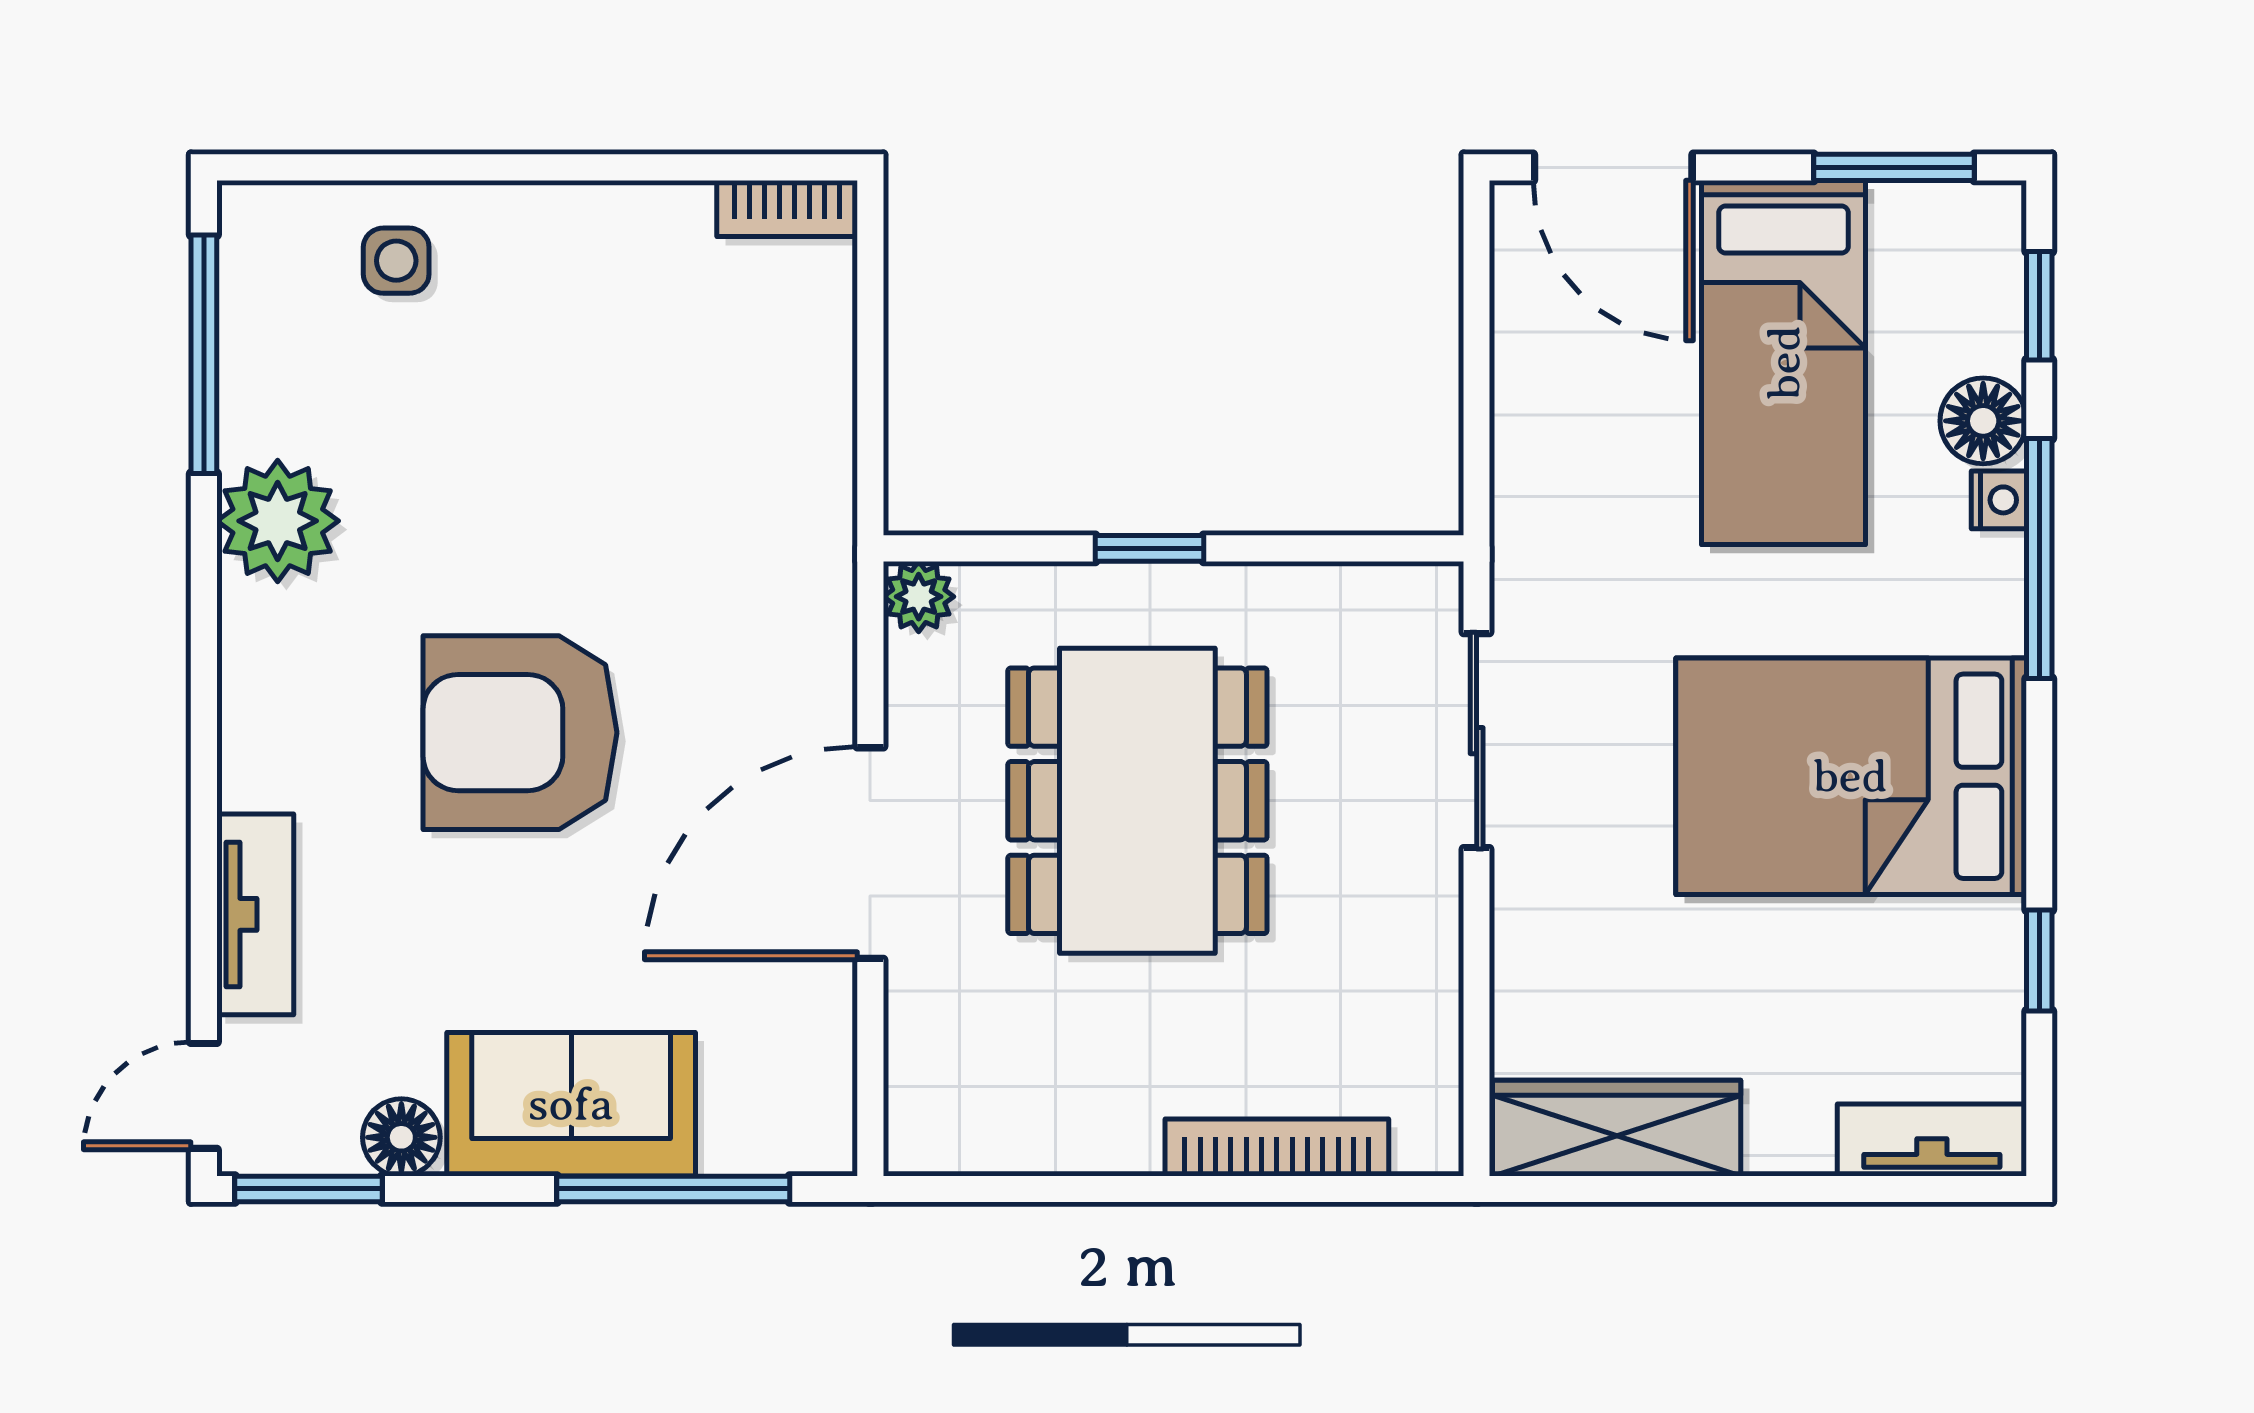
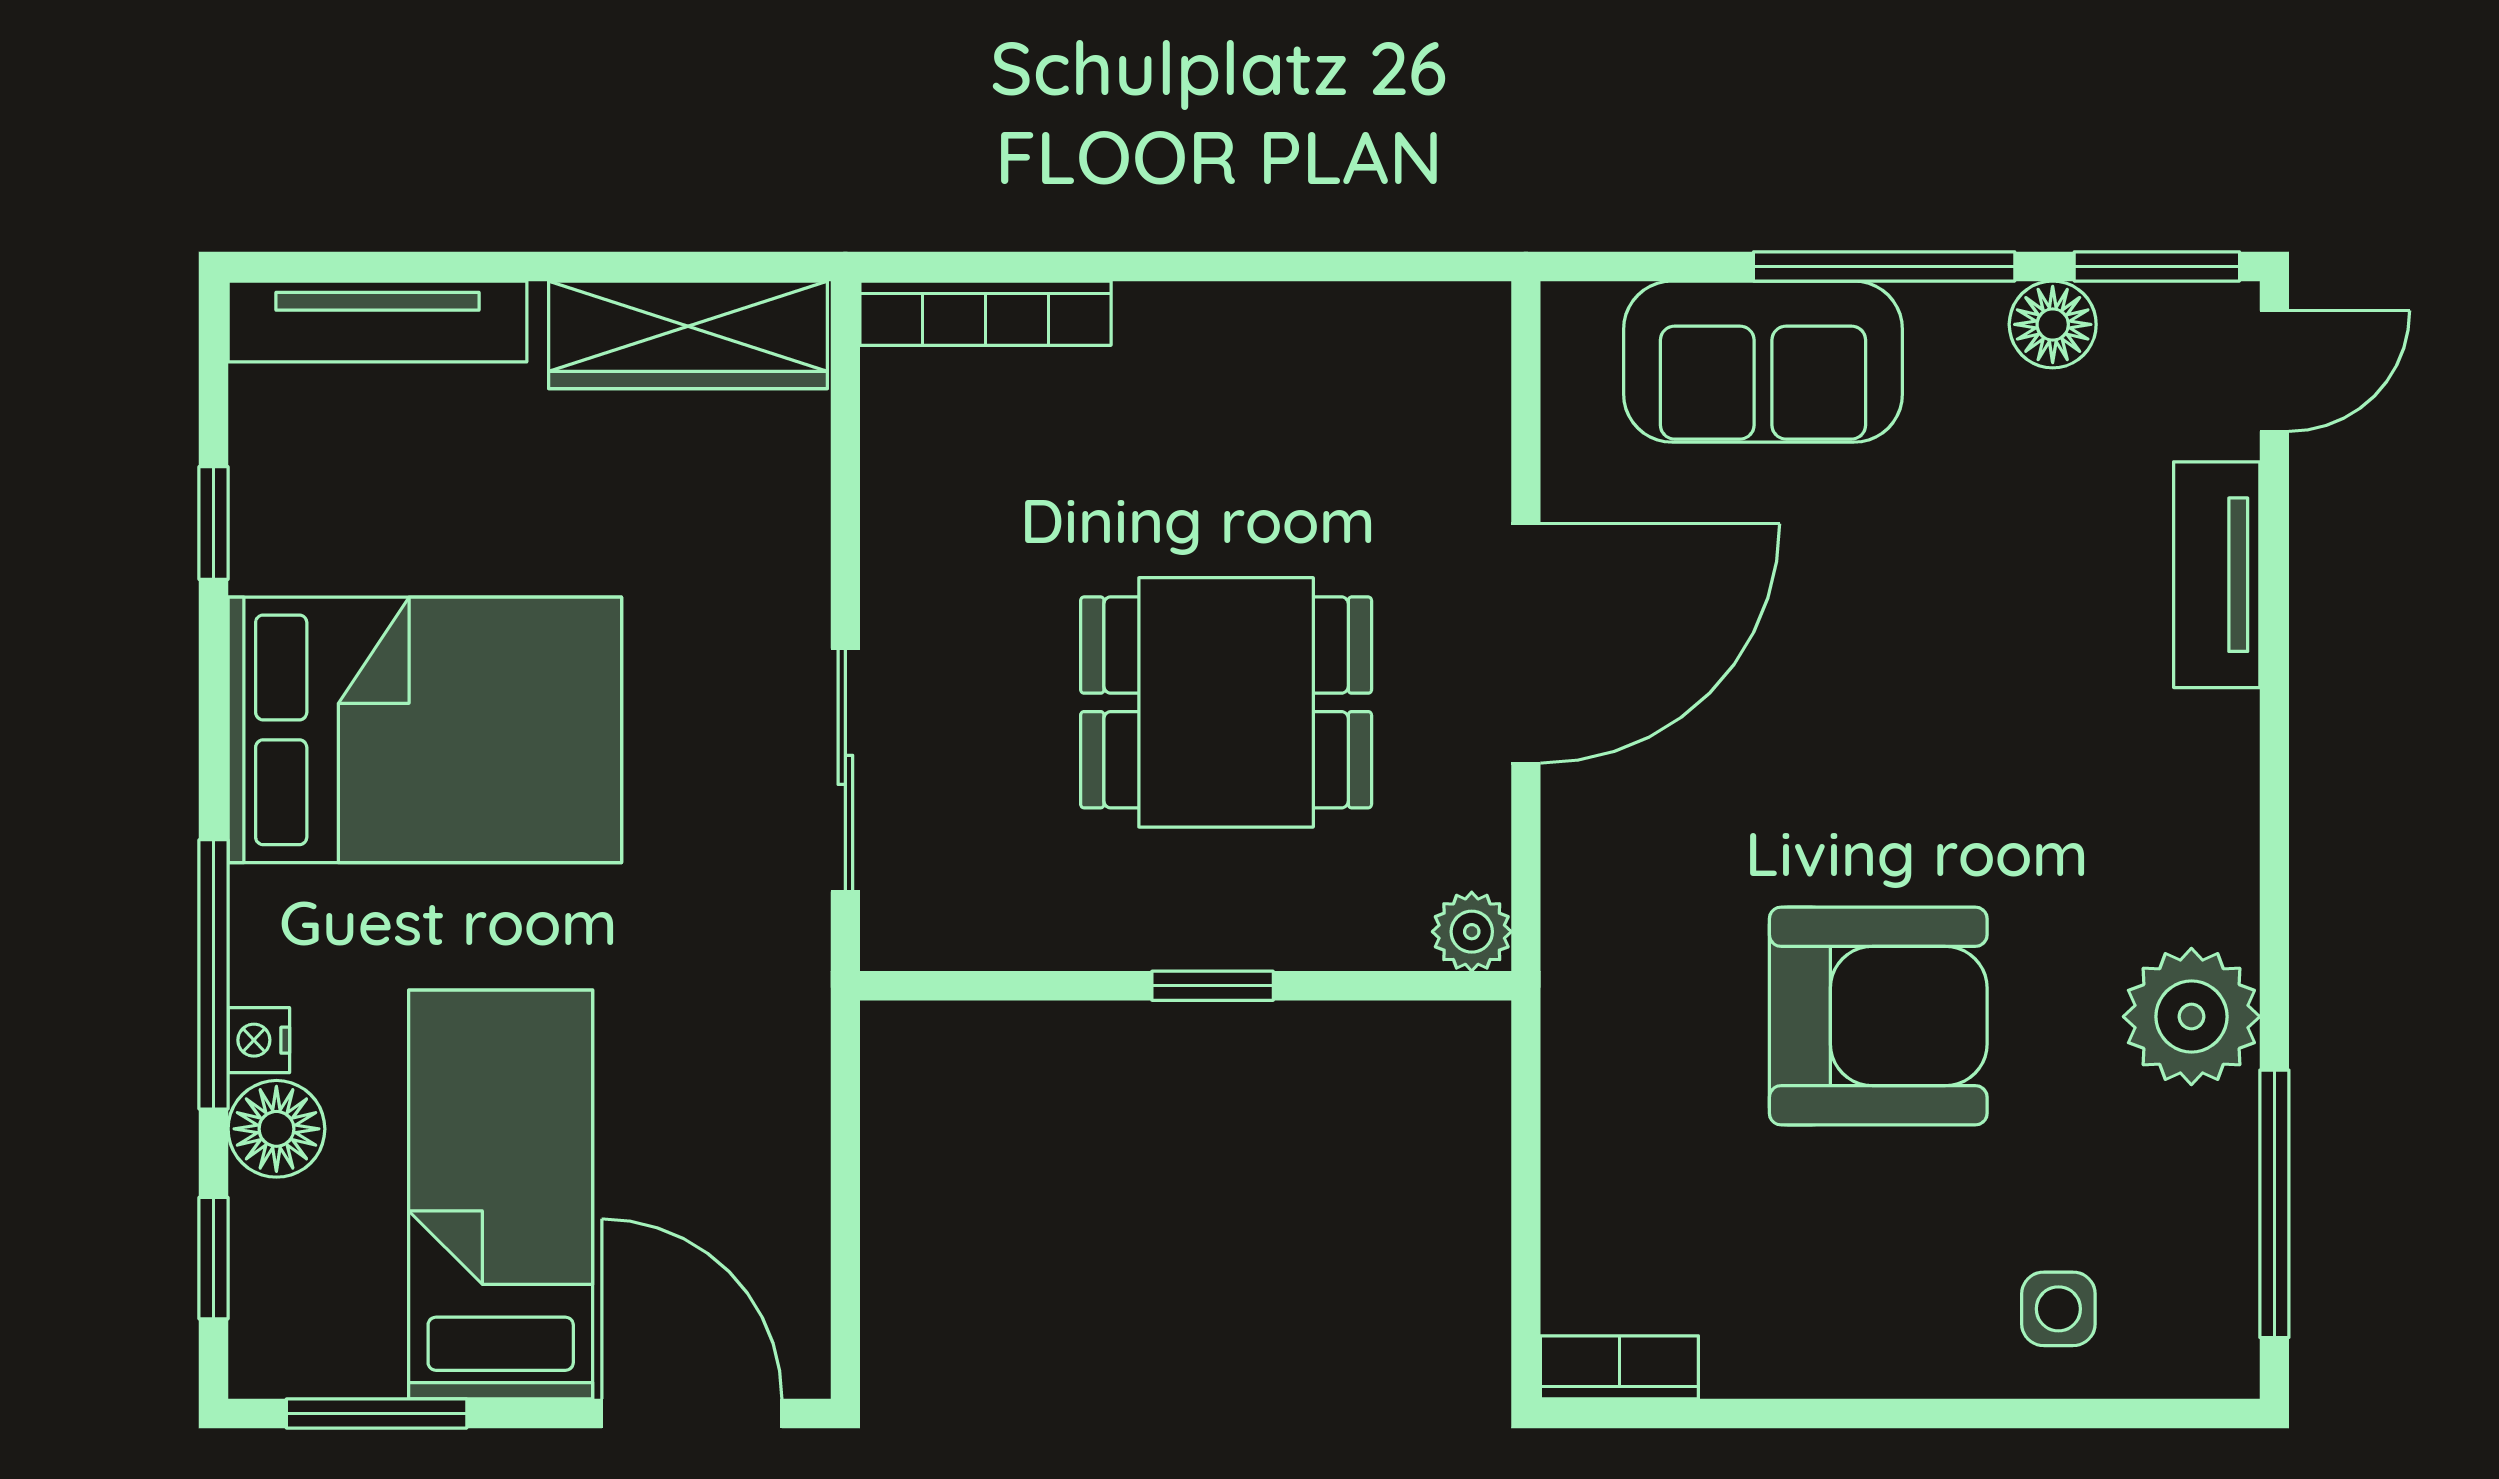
armchair: (520, 733) -> (1878, 1016), moved
dining table: (1137, 801) -> (1226, 702), width x0.73
sofa: (571, 1104) -> (1763, 362), moved
tv unit: (1932, 1140) -> (377, 321), width x1.41
bookcase: (1277, 1147) -> (986, 313), moved
window: (673, 1189) -> (1884, 266), moved

